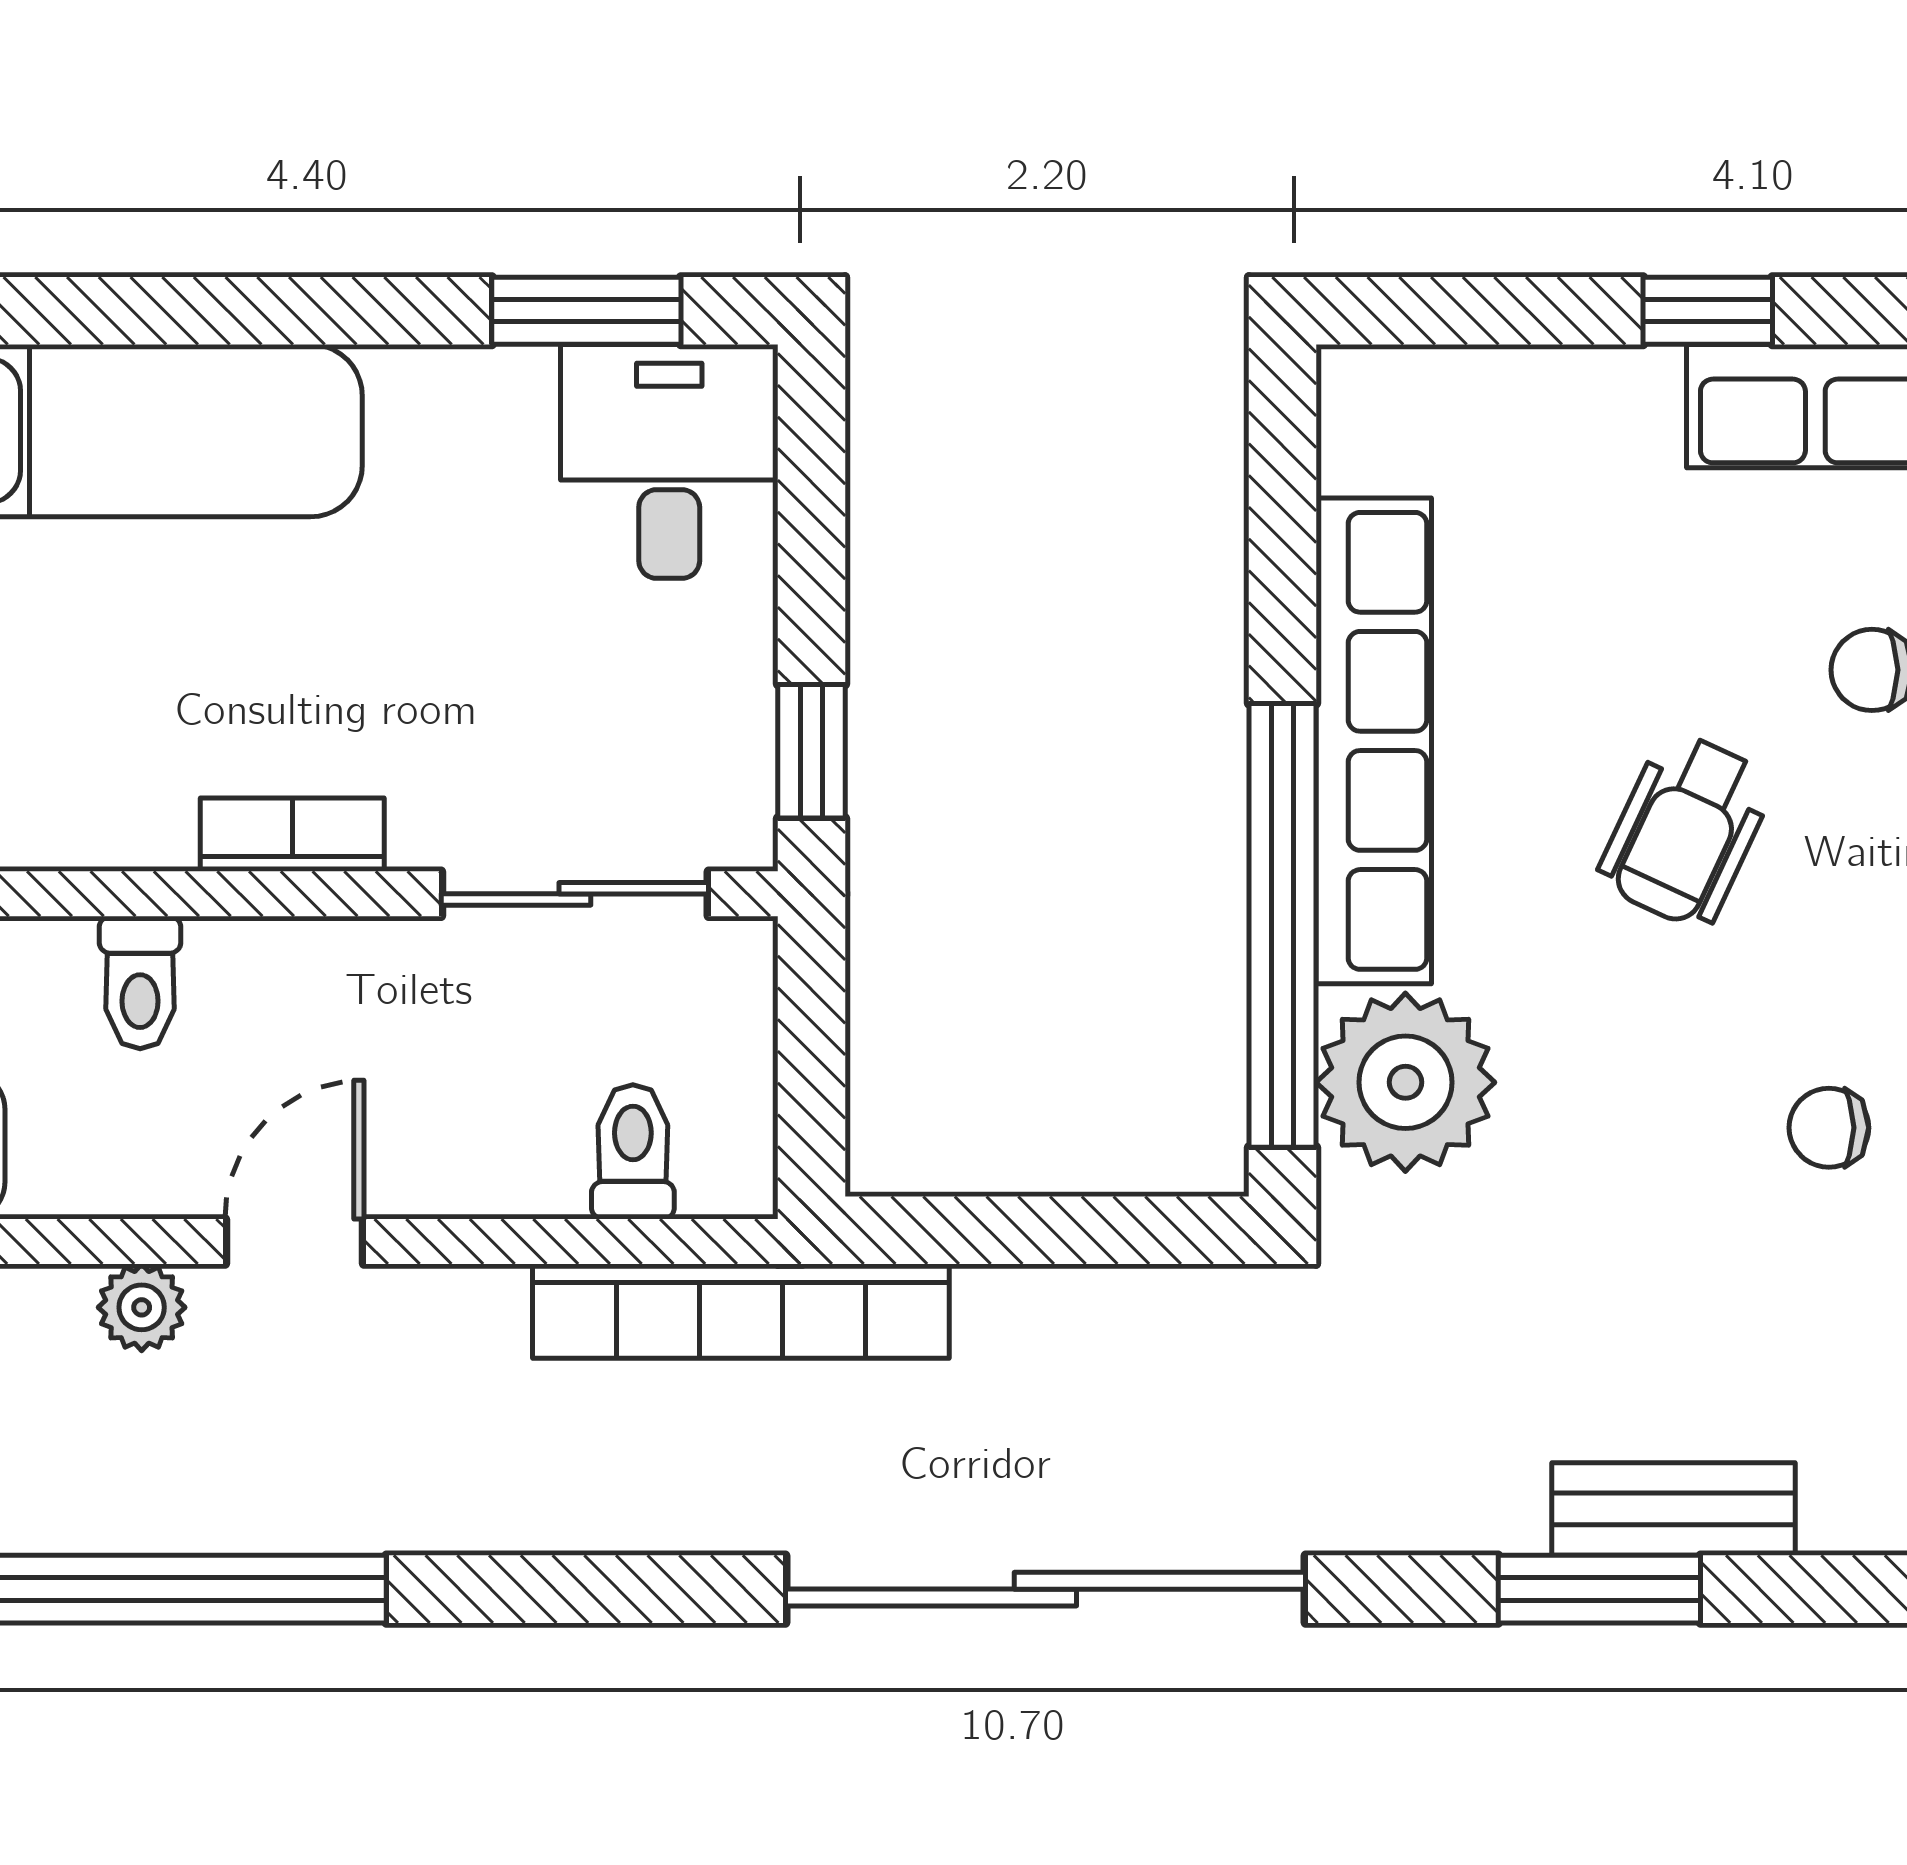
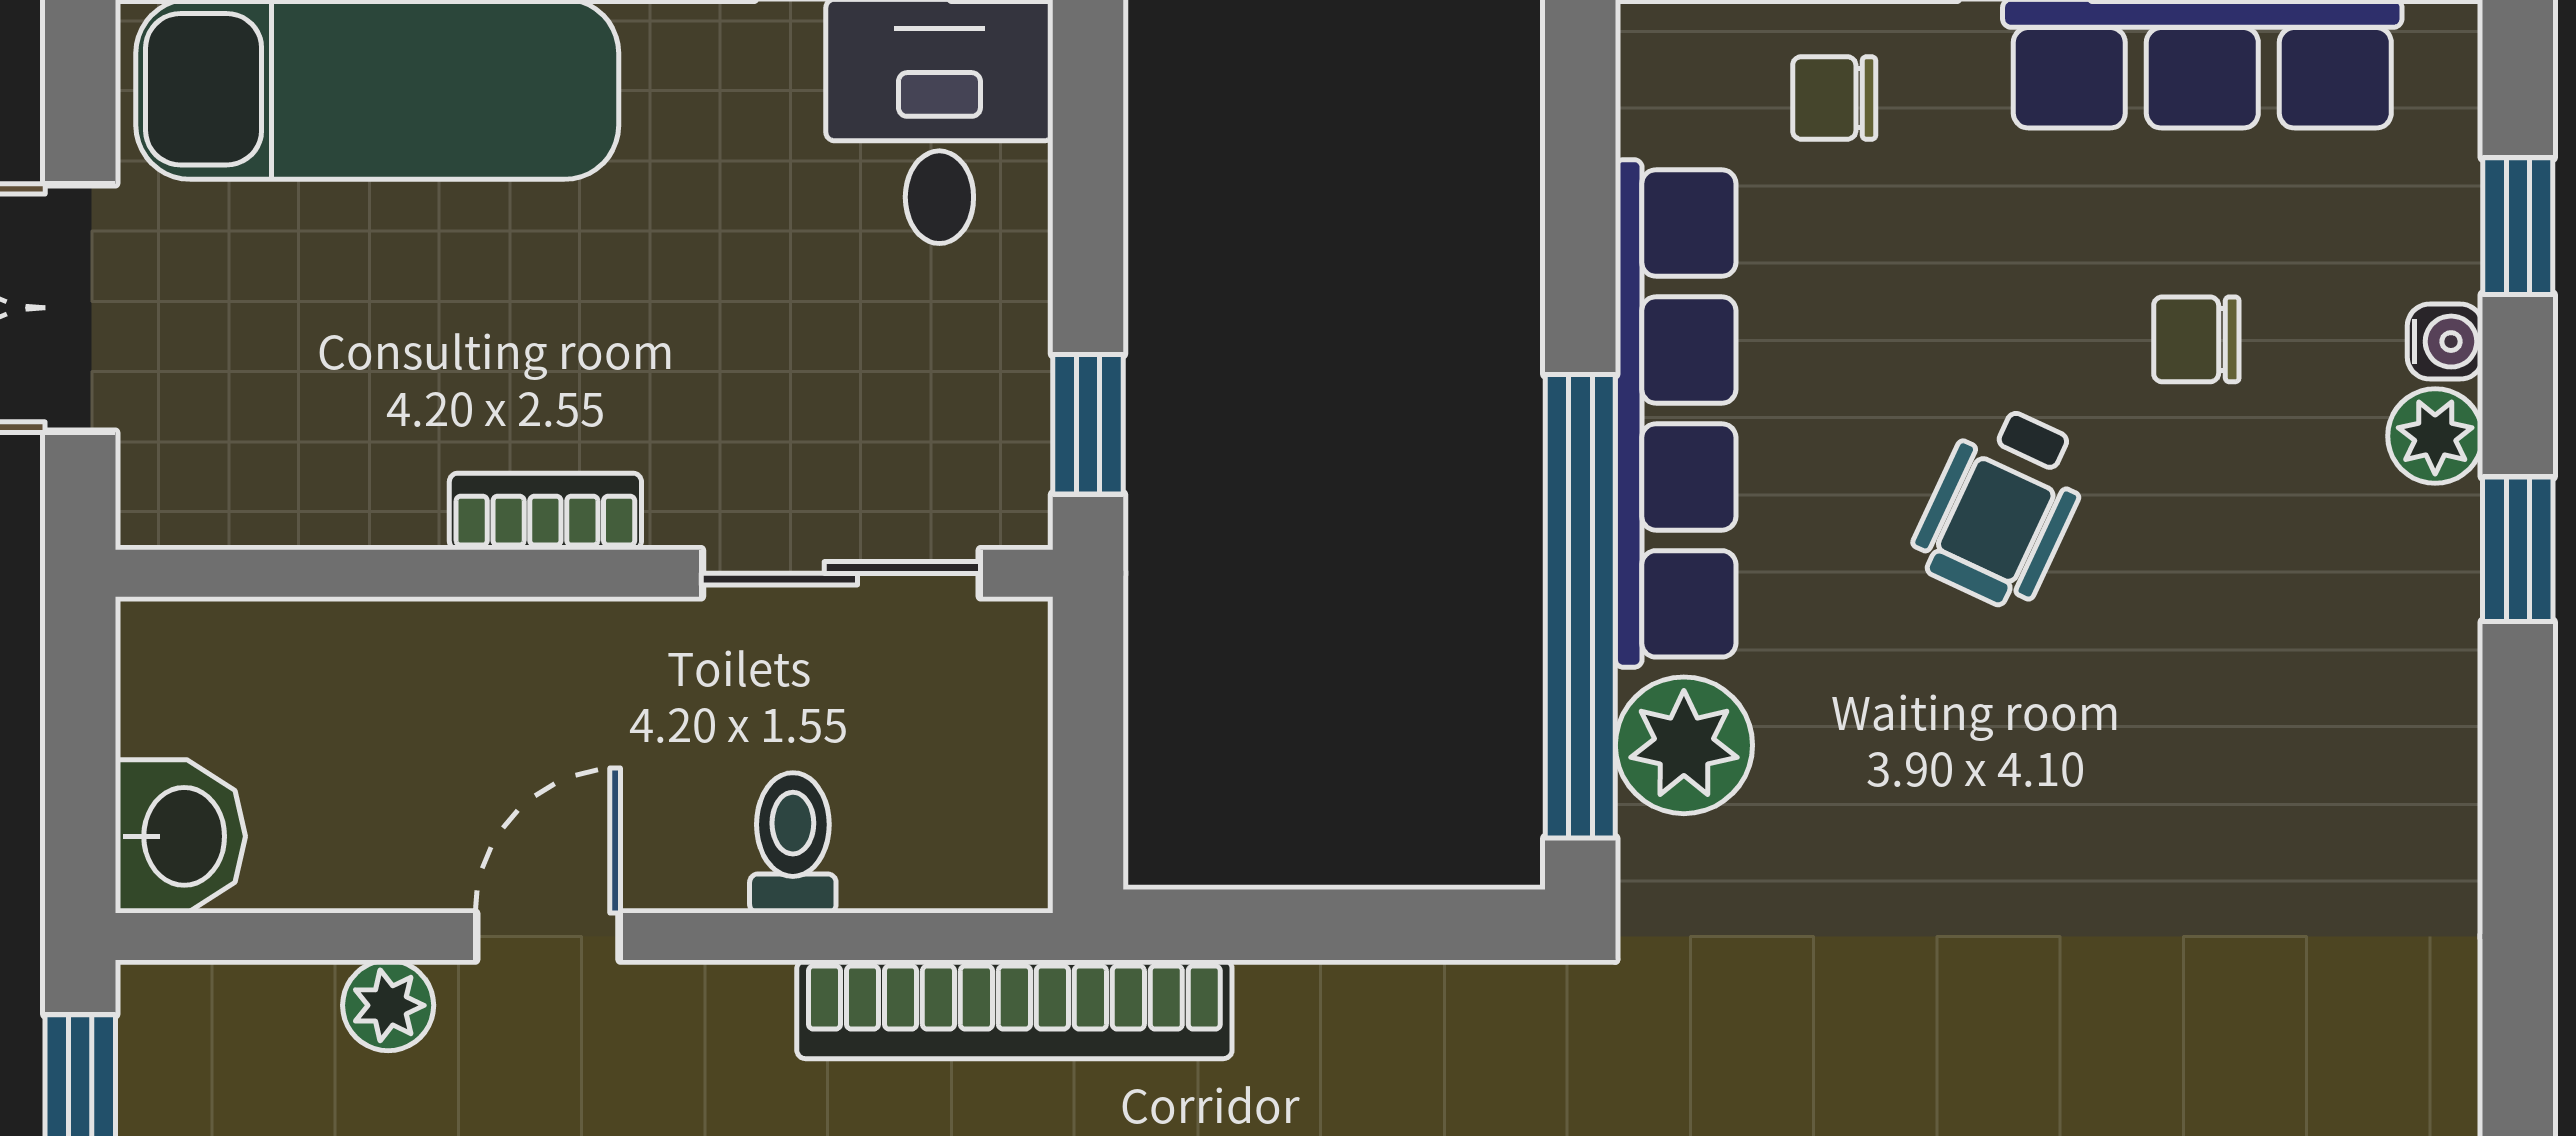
toilet: (140, 983) -> (386, 666), removed
plant: (1405, 1082) -> (1684, 745), width x0.73, depth x0.73
chair: (1829, 1128) -> (1834, 98), moved
toilet: (633, 1152) -> (793, 843), moved

